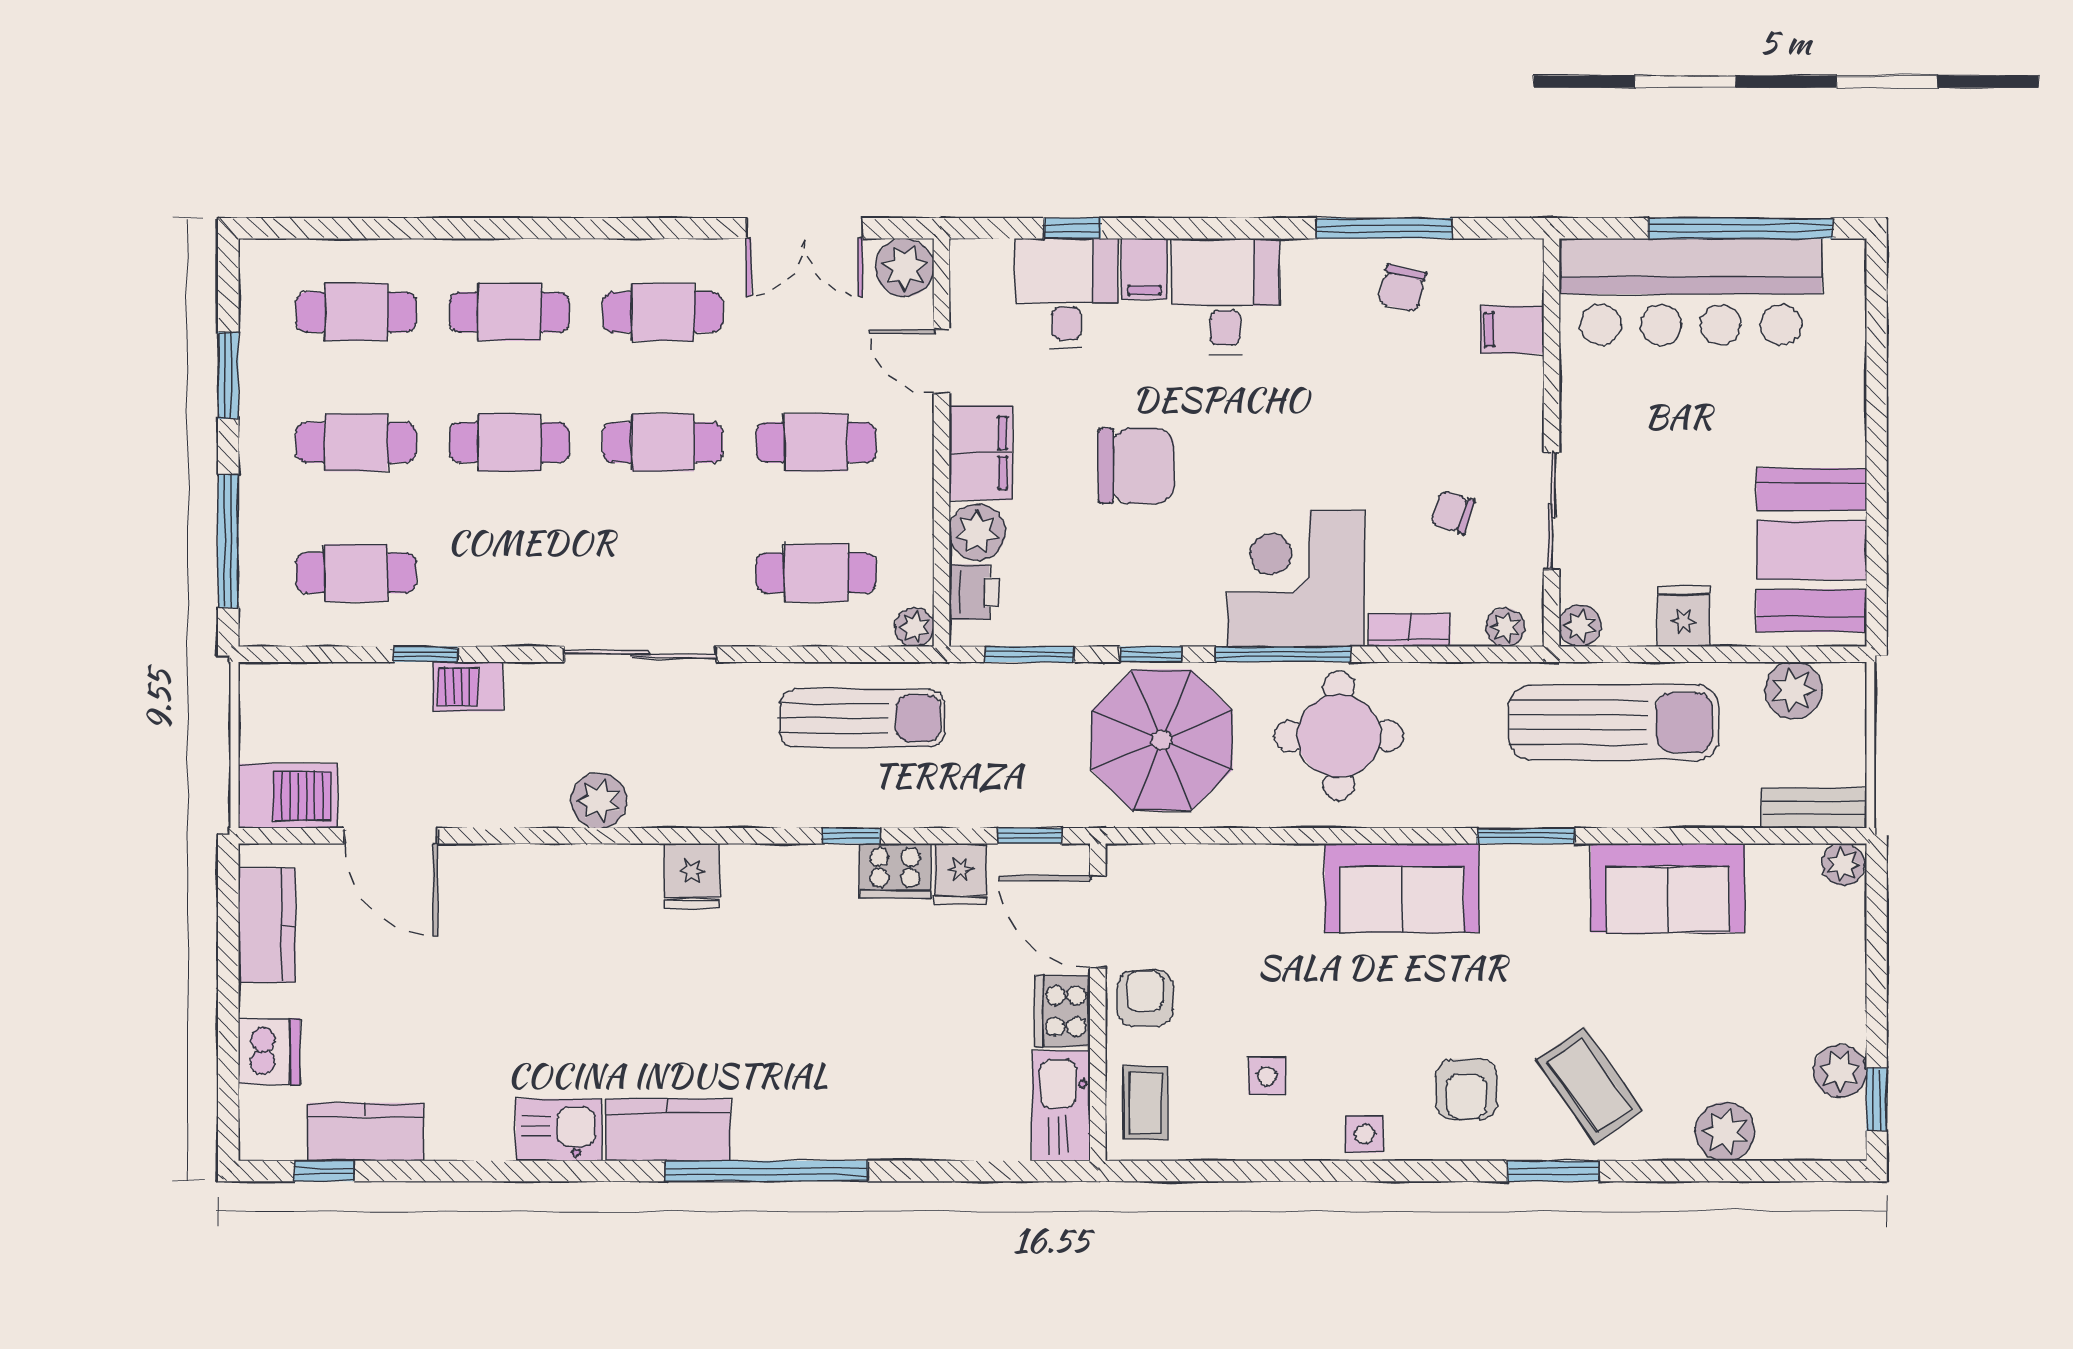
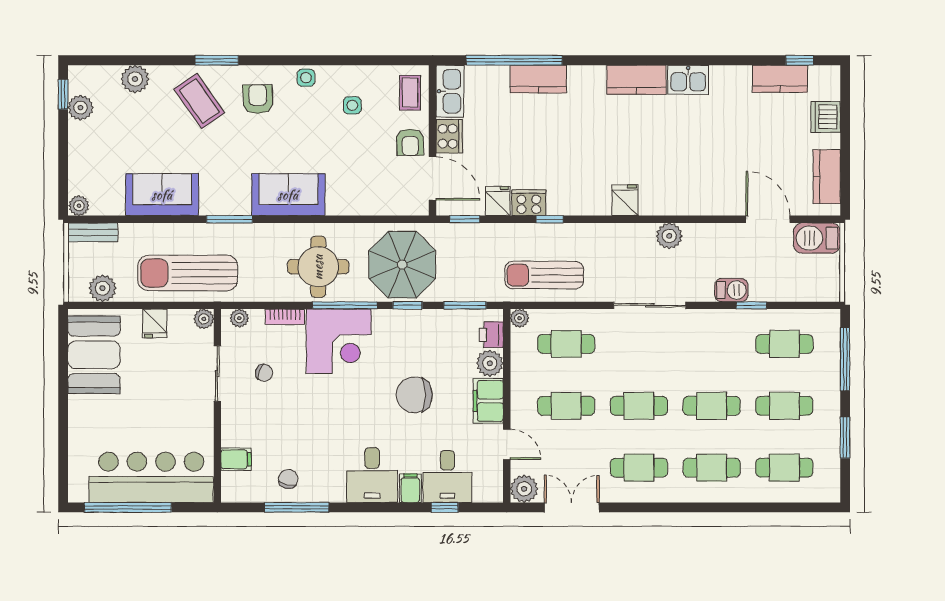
kitchen counter: (875, 1131) -> (538, 79), added
window: (766, 1171) -> (514, 60), moved

